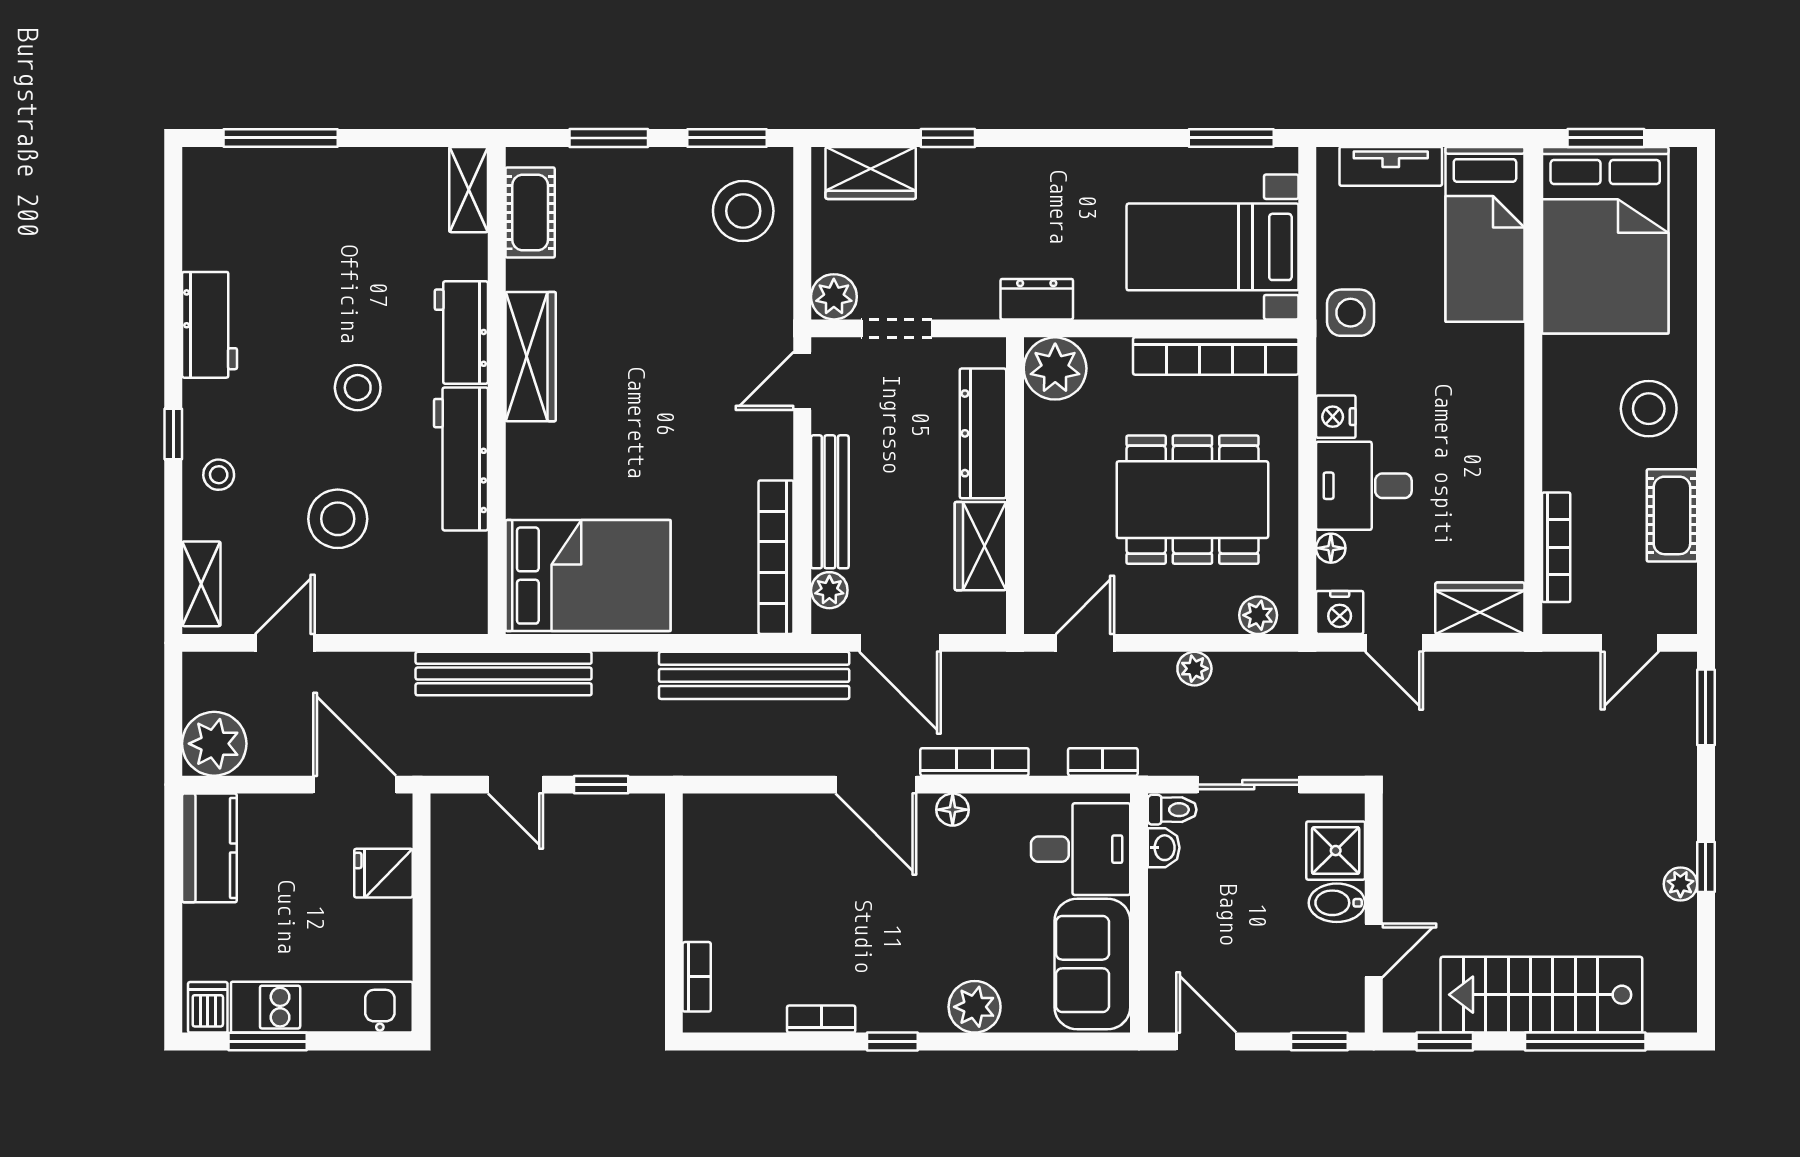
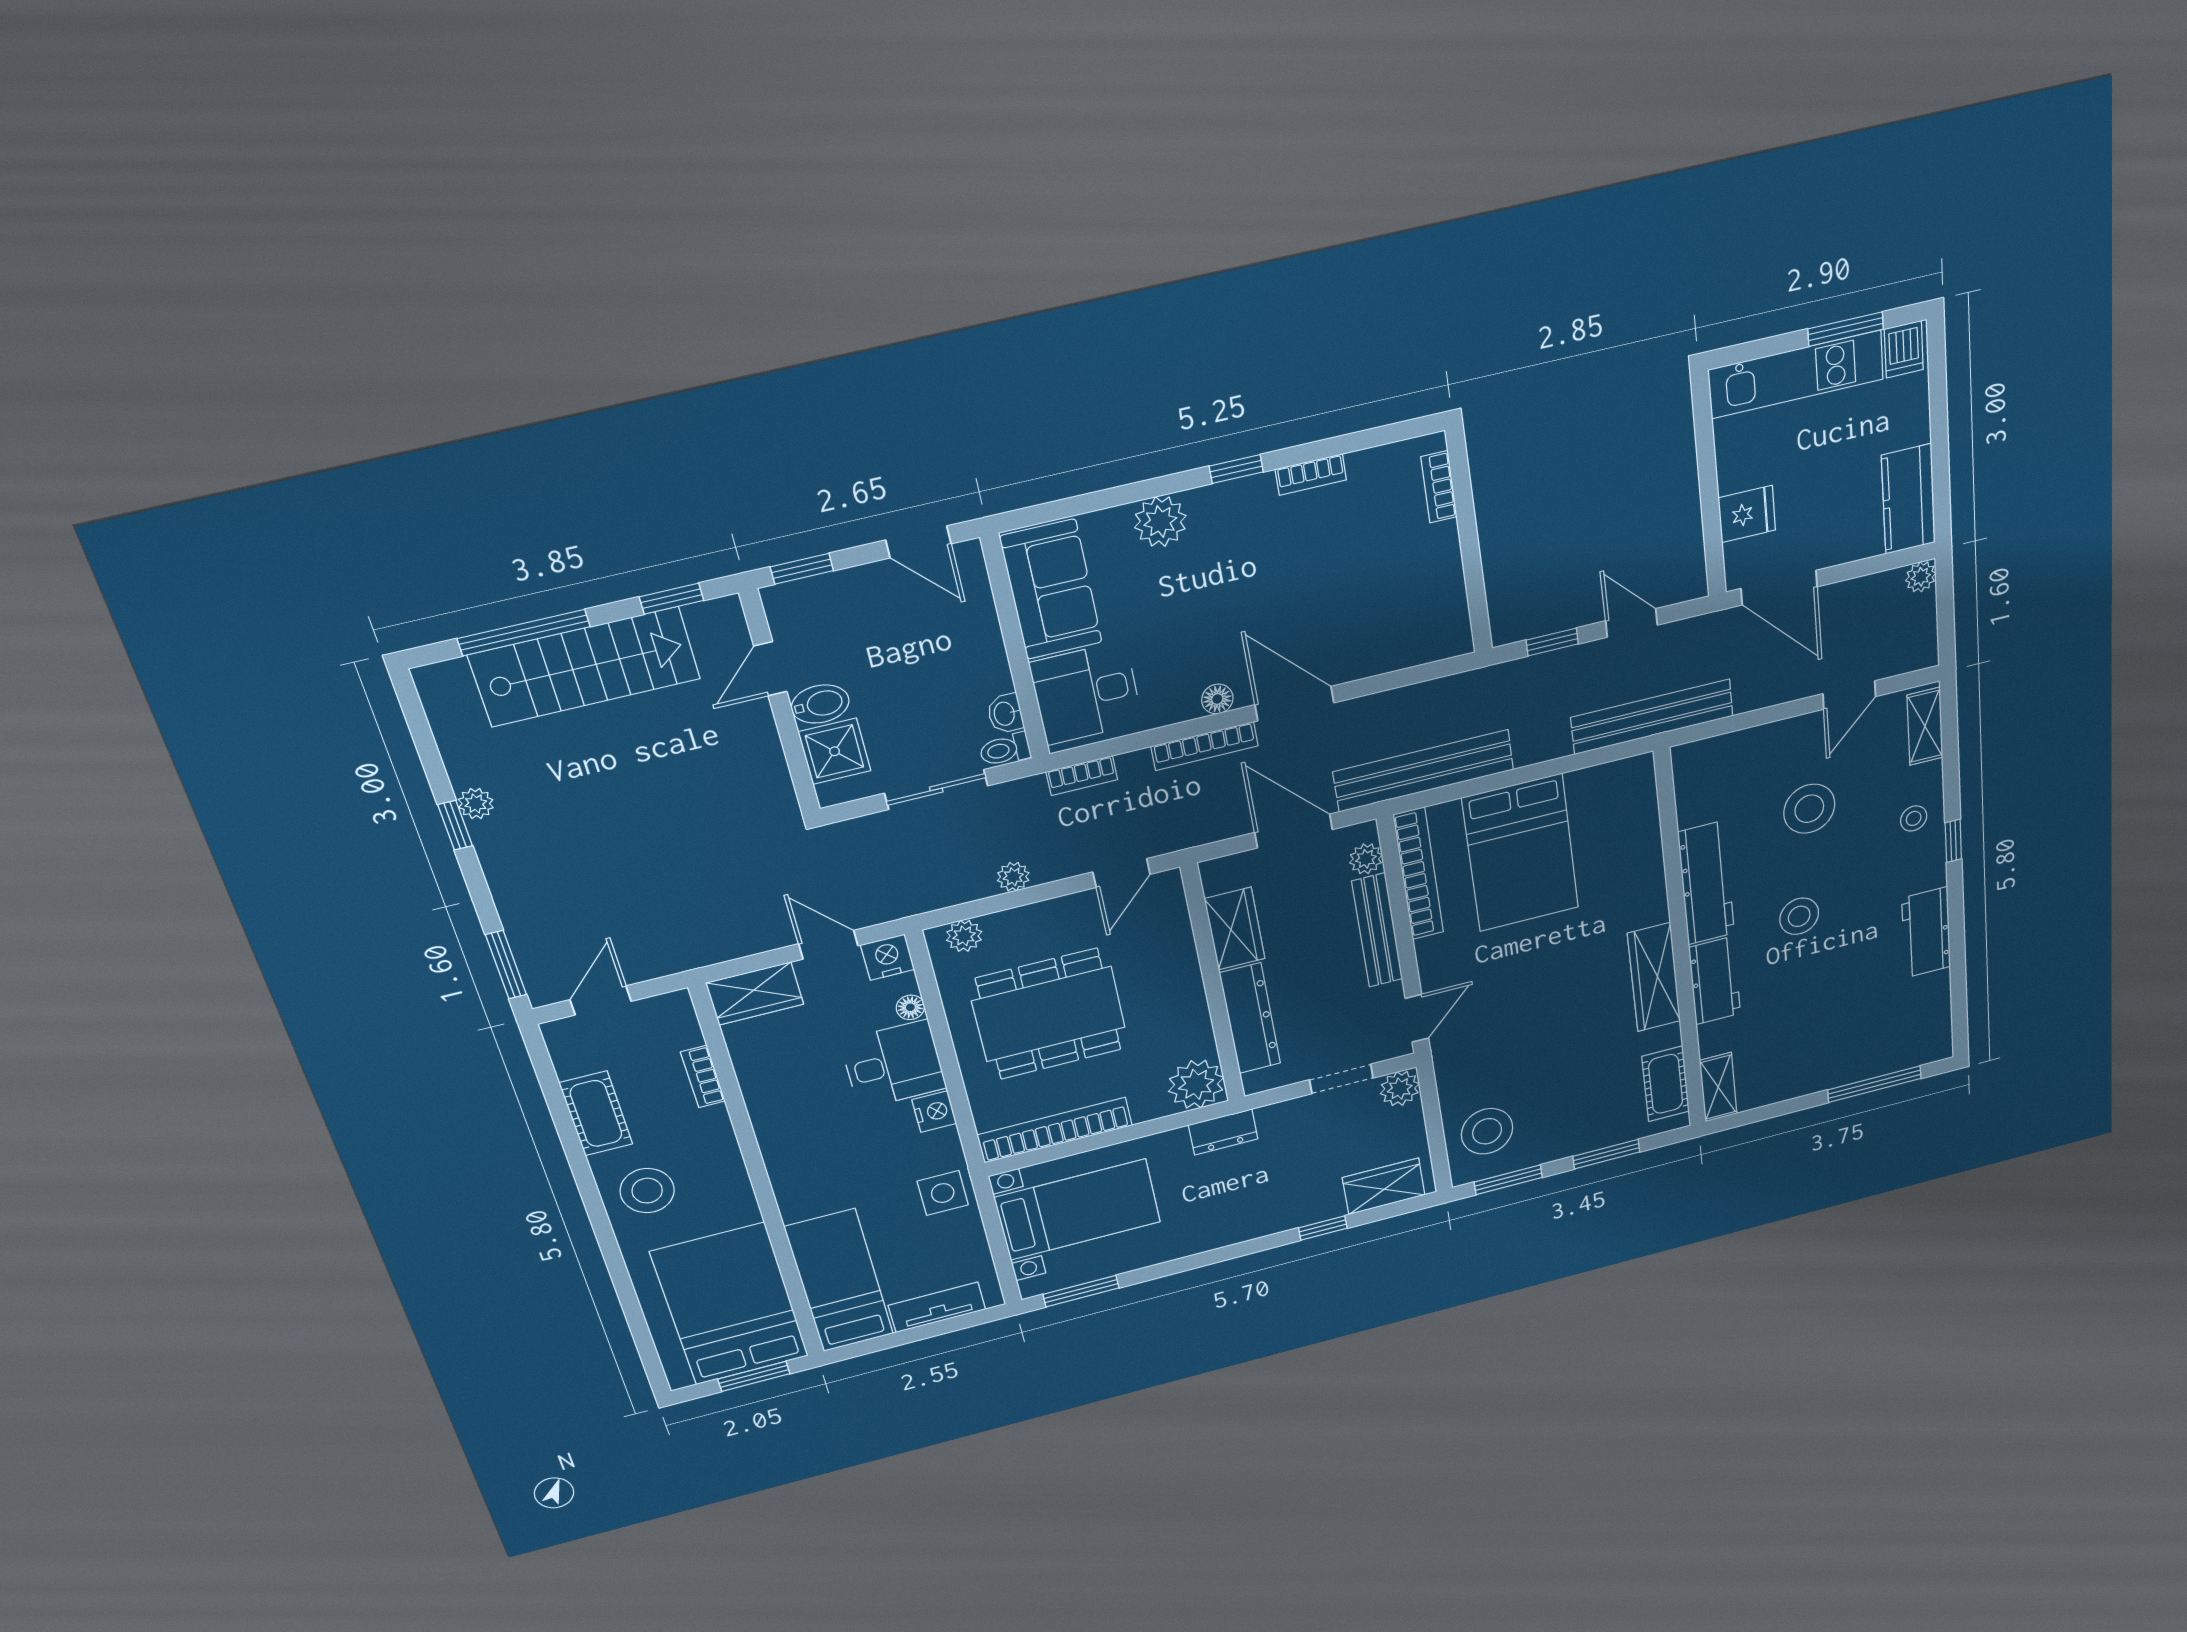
bookcase: (1556, 547) -> (703, 1077), width x0.64
bed: (588, 576) -> (1521, 853), moved, turned -90
plant: (214, 744) -> (1921, 577), width x0.53, depth x0.53

